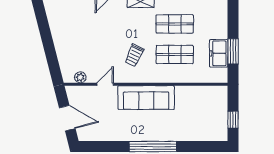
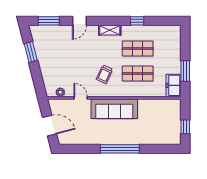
window: (44, 28) -> (31, 52), added
freezer: (219, 53) -> (174, 85), moved
door: (105, 84) -> (81, 98), hinge flipped

